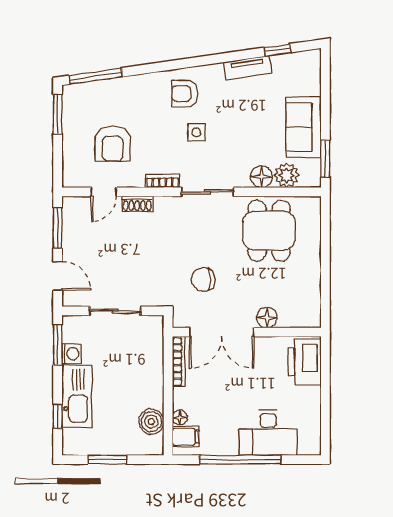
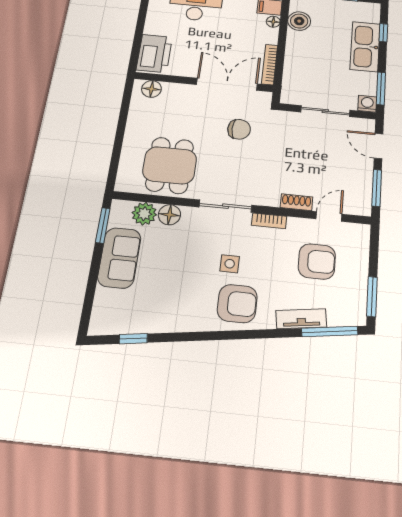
tv unit: (248, 68) -> (301, 319), moved
armchair: (185, 94) -> (237, 304), width x1.38, depth x1.38
armchair: (113, 144) -> (317, 261), turned 90
floor lamp: (267, 318) -> (151, 89), moved
washing machine: (71, 354) -> (367, 104), moved, turned 90

